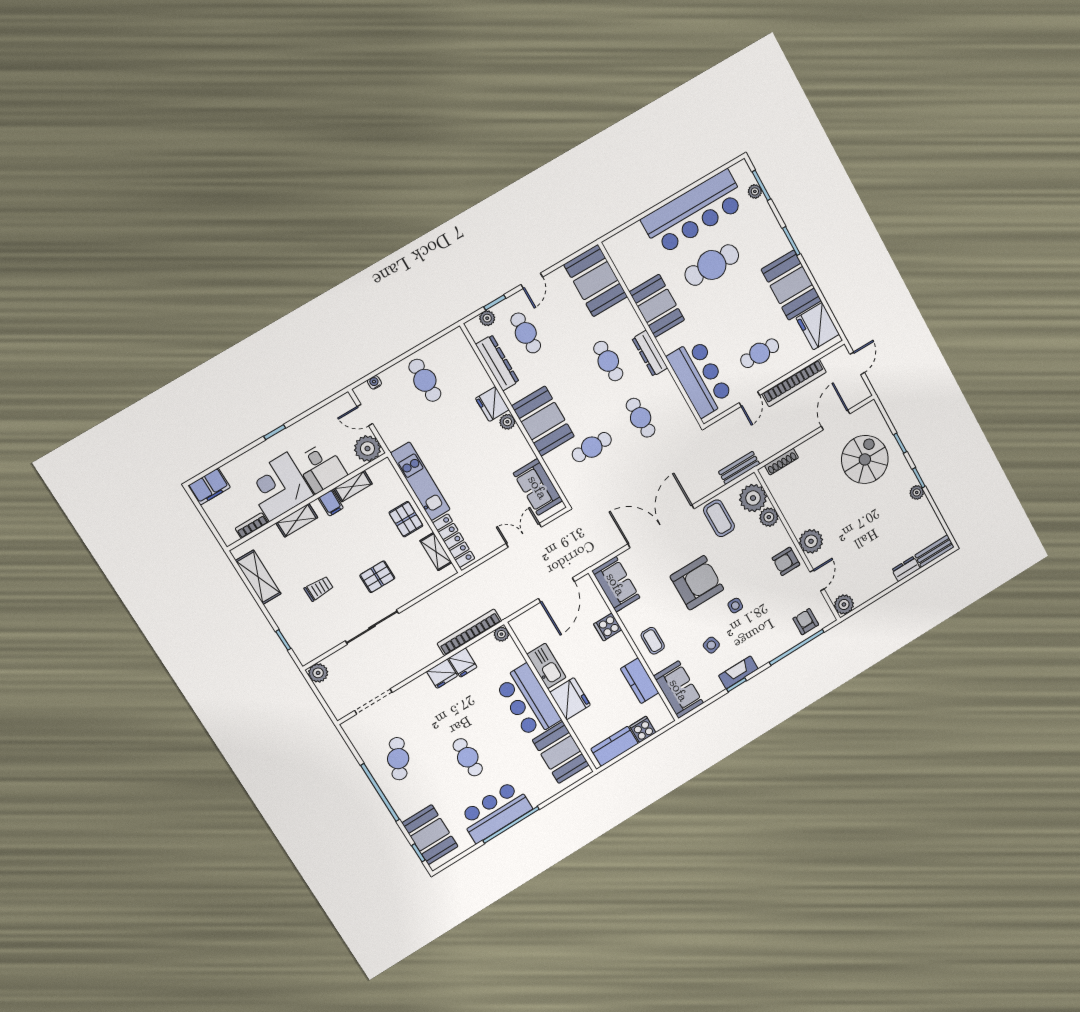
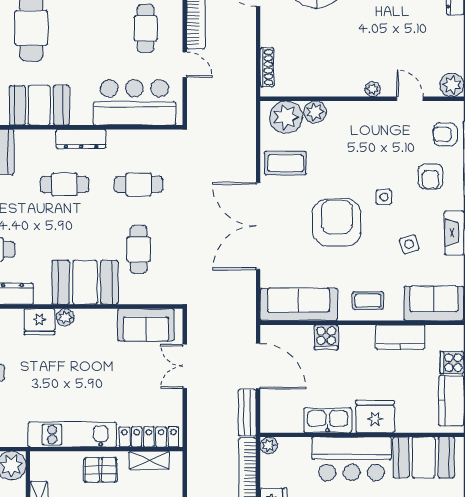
bench: (739, 468) -> (247, 413), moved
plant: (811, 541) -> (373, 89), width x0.53, depth x0.53
armchair: (786, 561) -> (431, 176), moved
sofa: (616, 584) -> (299, 304), width x1.36

